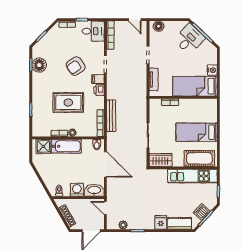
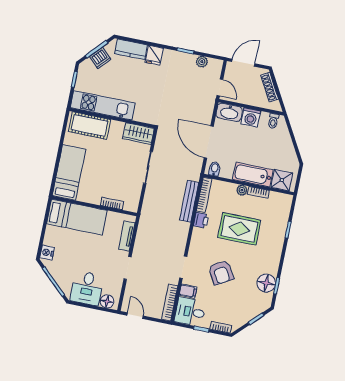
desk: (189, 39) -> (87, 288), moved, turned -43
armchair: (76, 66) -> (221, 273), turned 94
nightstand: (212, 70) -> (47, 253), moved
filing cabinet: (98, 79) -> (188, 291), moved
printer: (99, 90) -> (201, 220), moved
bed: (197, 132) -> (69, 172), moved, turned -90

